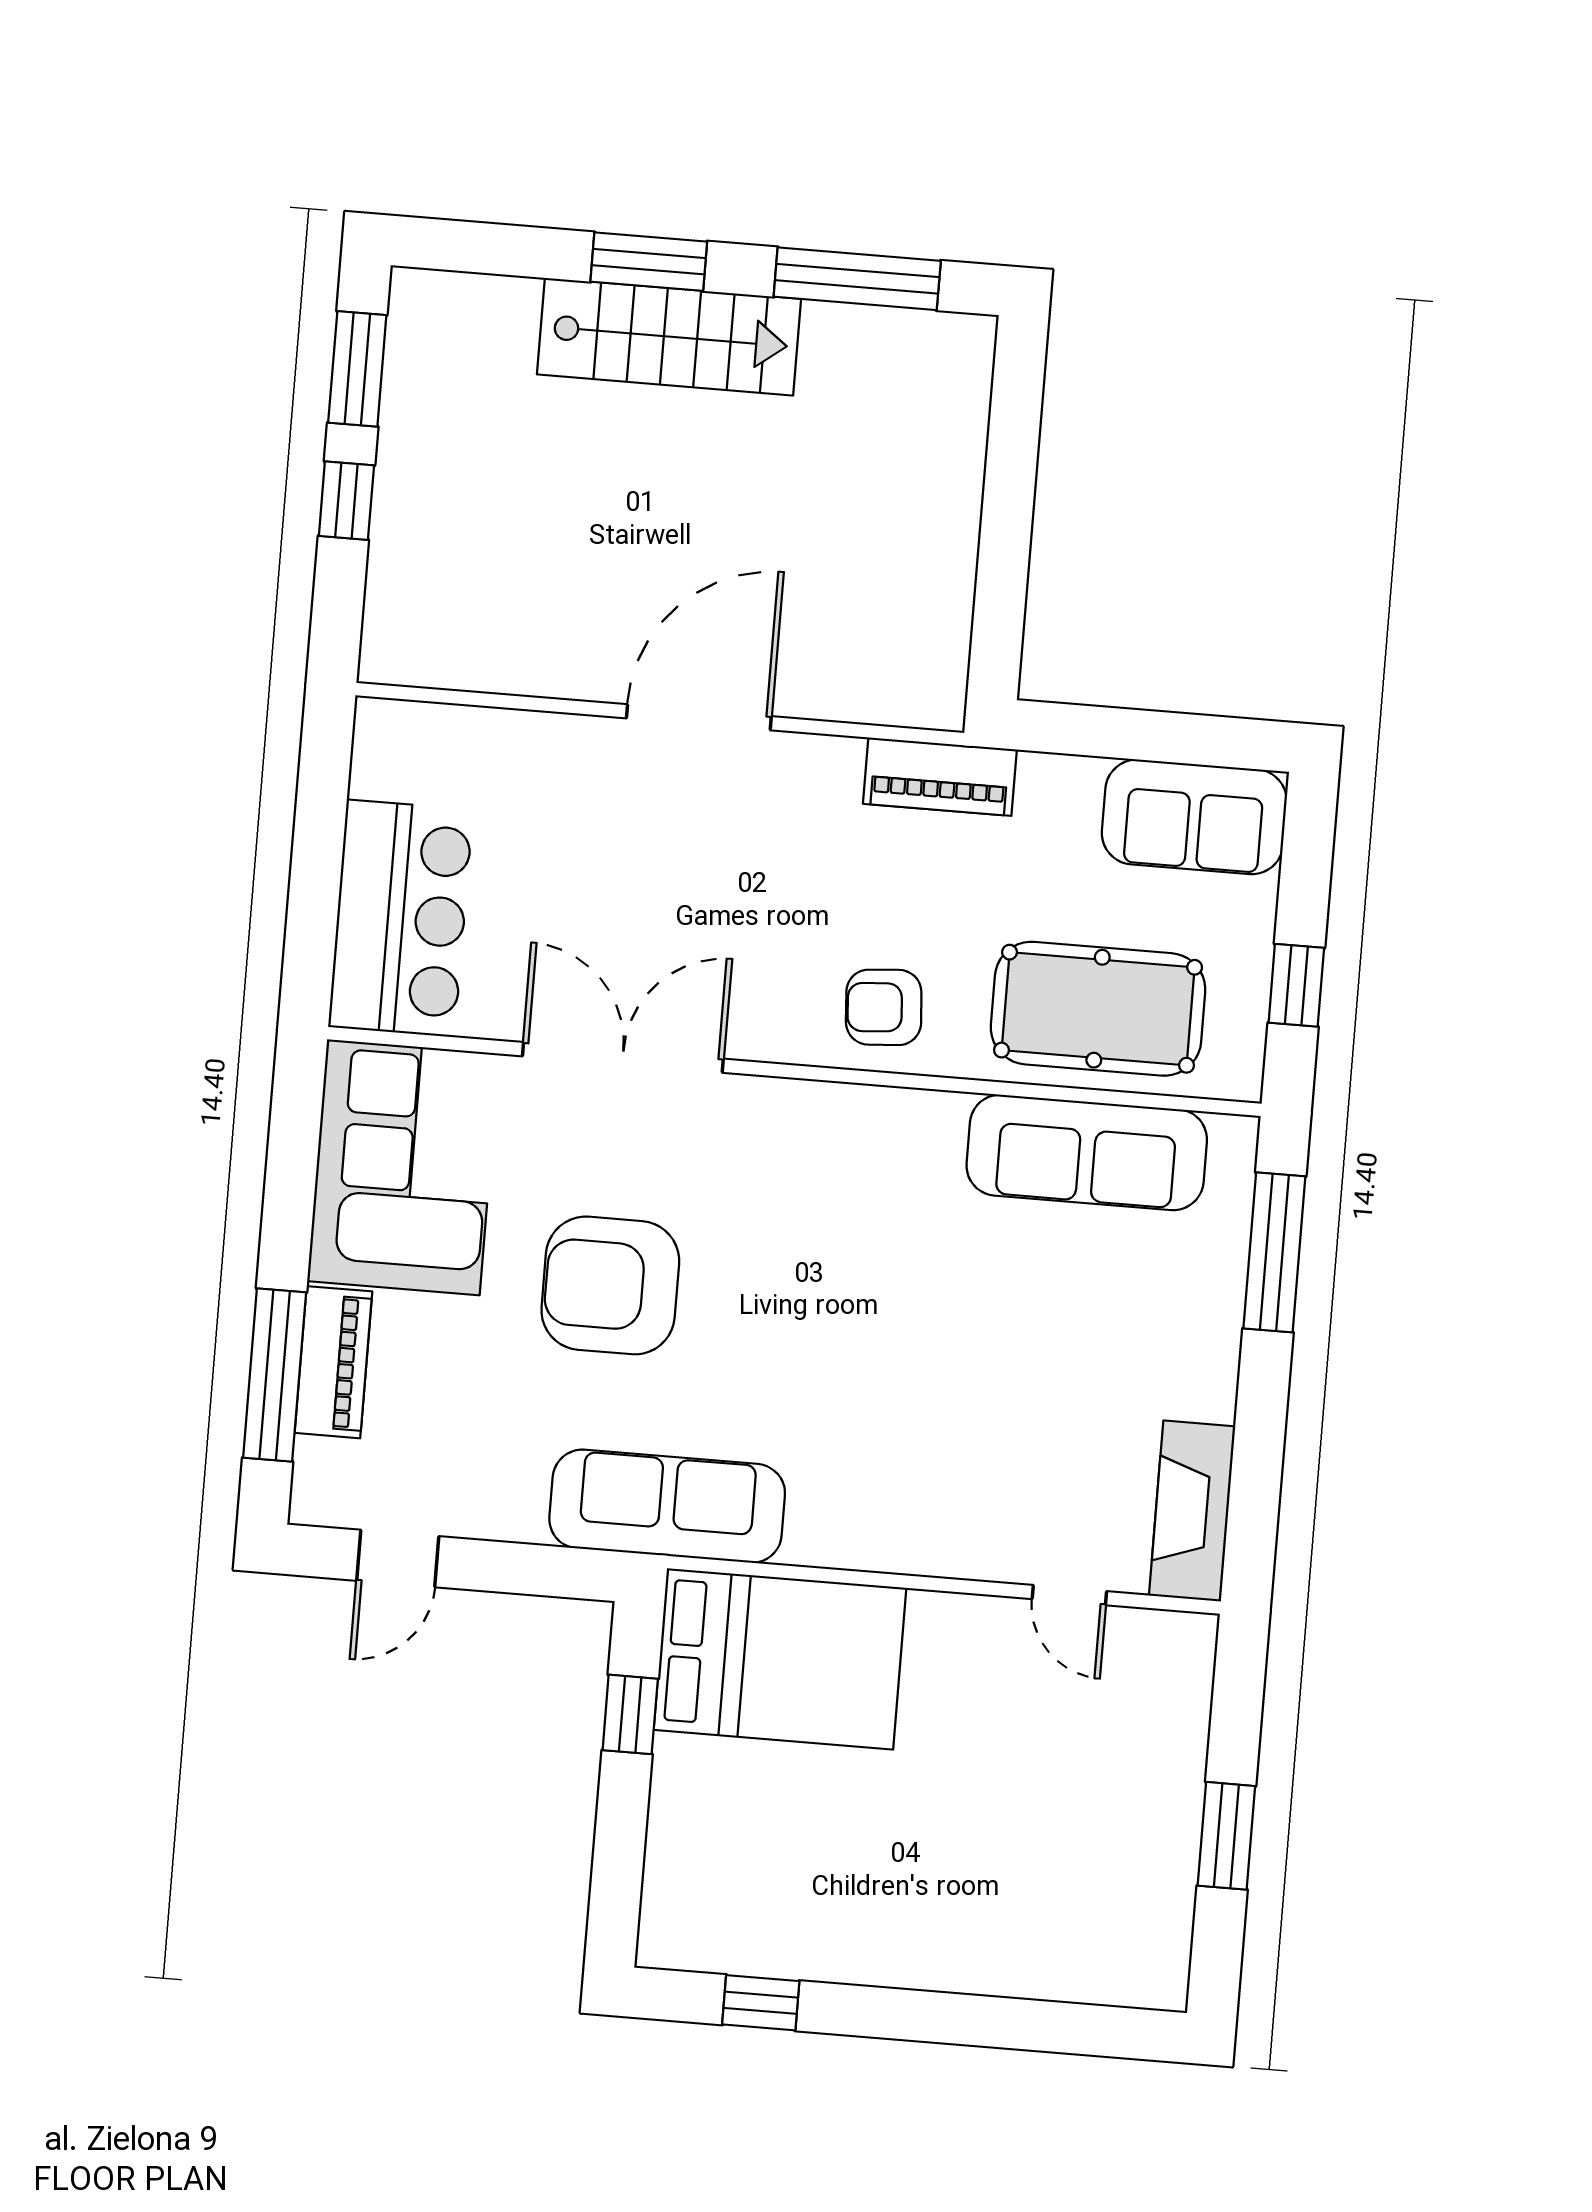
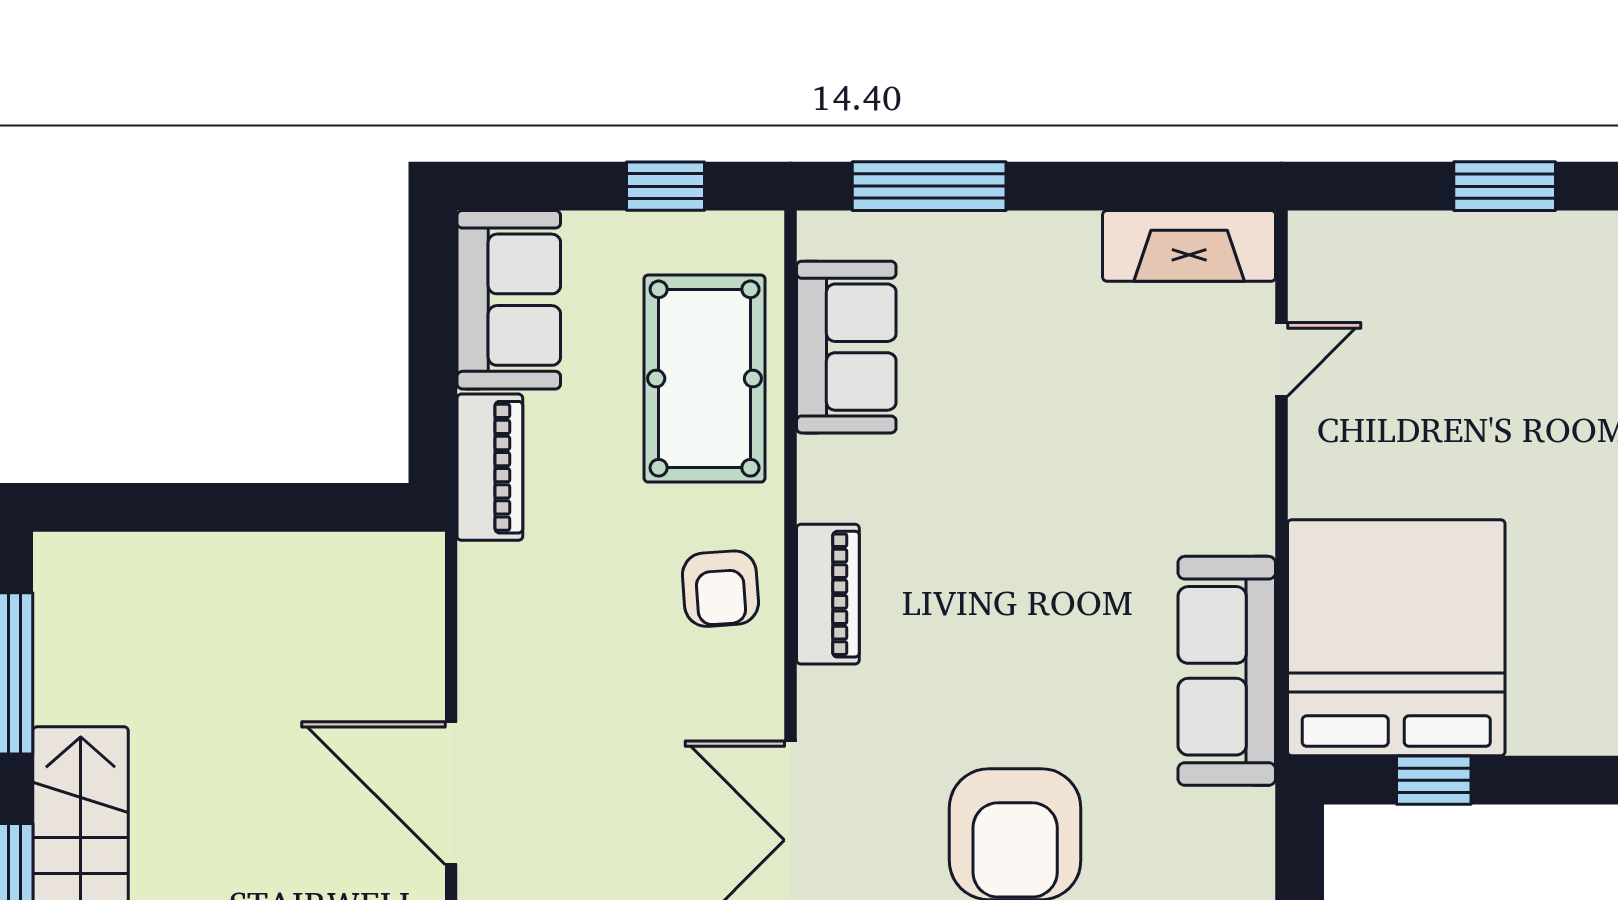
piano: (940, 777) -> (490, 467), moved
piano: (869, 1116) -> (828, 594), added
sofa: (1087, 1152) -> (846, 347), width x0.73
sofa: (667, 1506) -> (1227, 671), moved
bed: (780, 1659) -> (1396, 638), width x1.36

